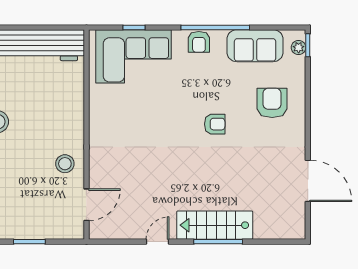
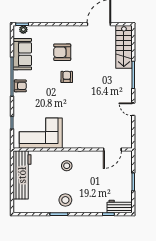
corner sofa: (133, 56) -> (41, 133), moved, turned -90
armchair: (272, 103) -> (62, 52), moved
stool: (65, 164) -> (67, 166), moved
door: (86, 205) -> (112, 150), swing flipped
stairs: (215, 225) -> (124, 47), moved

